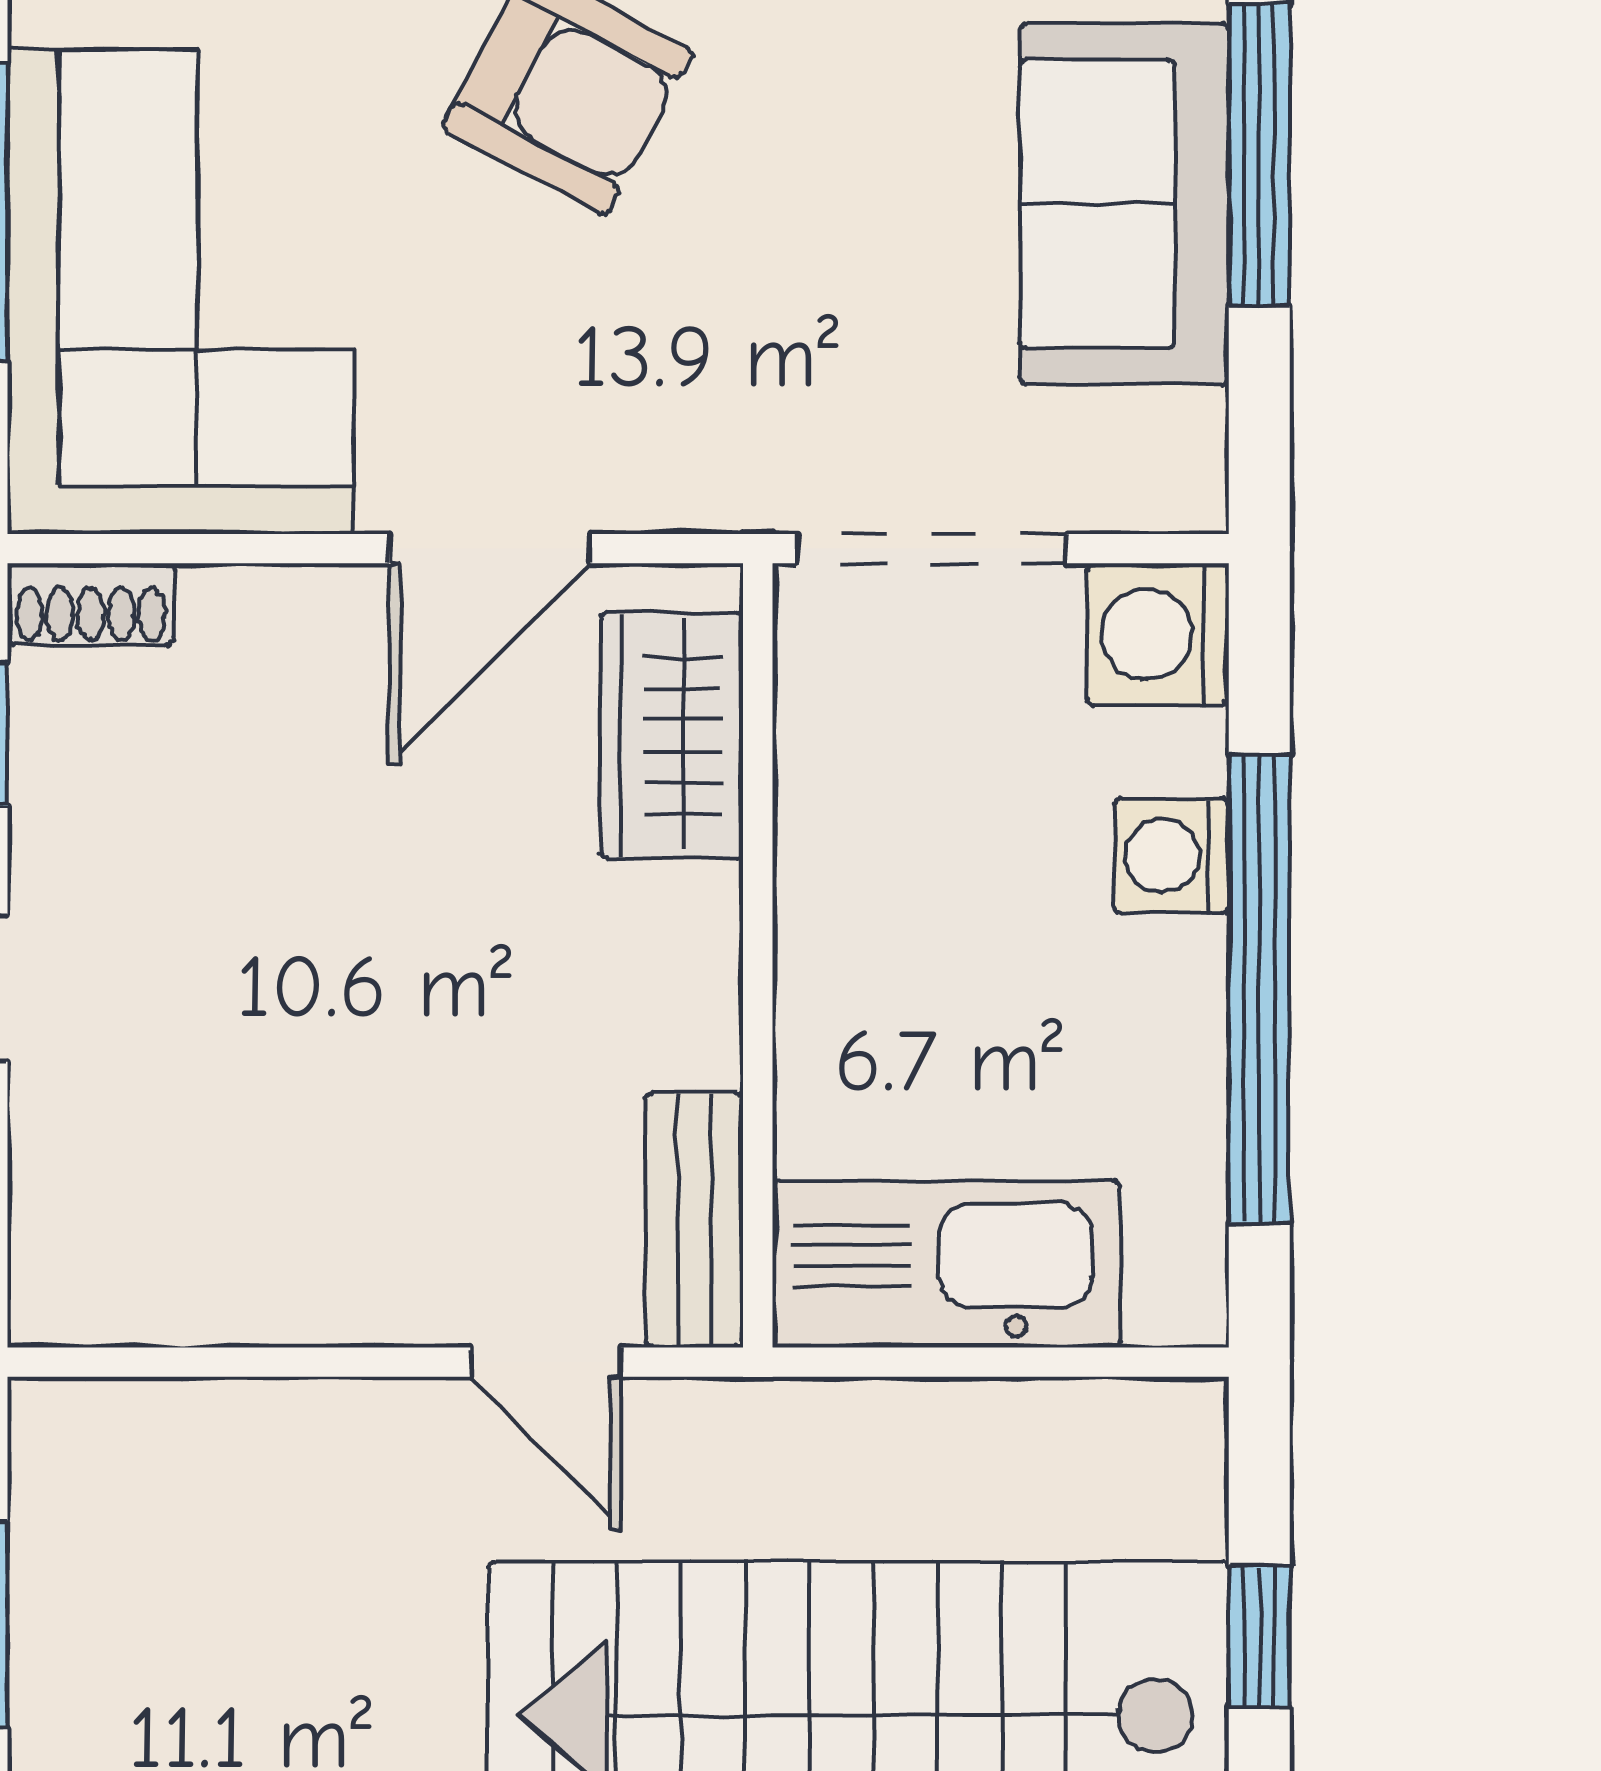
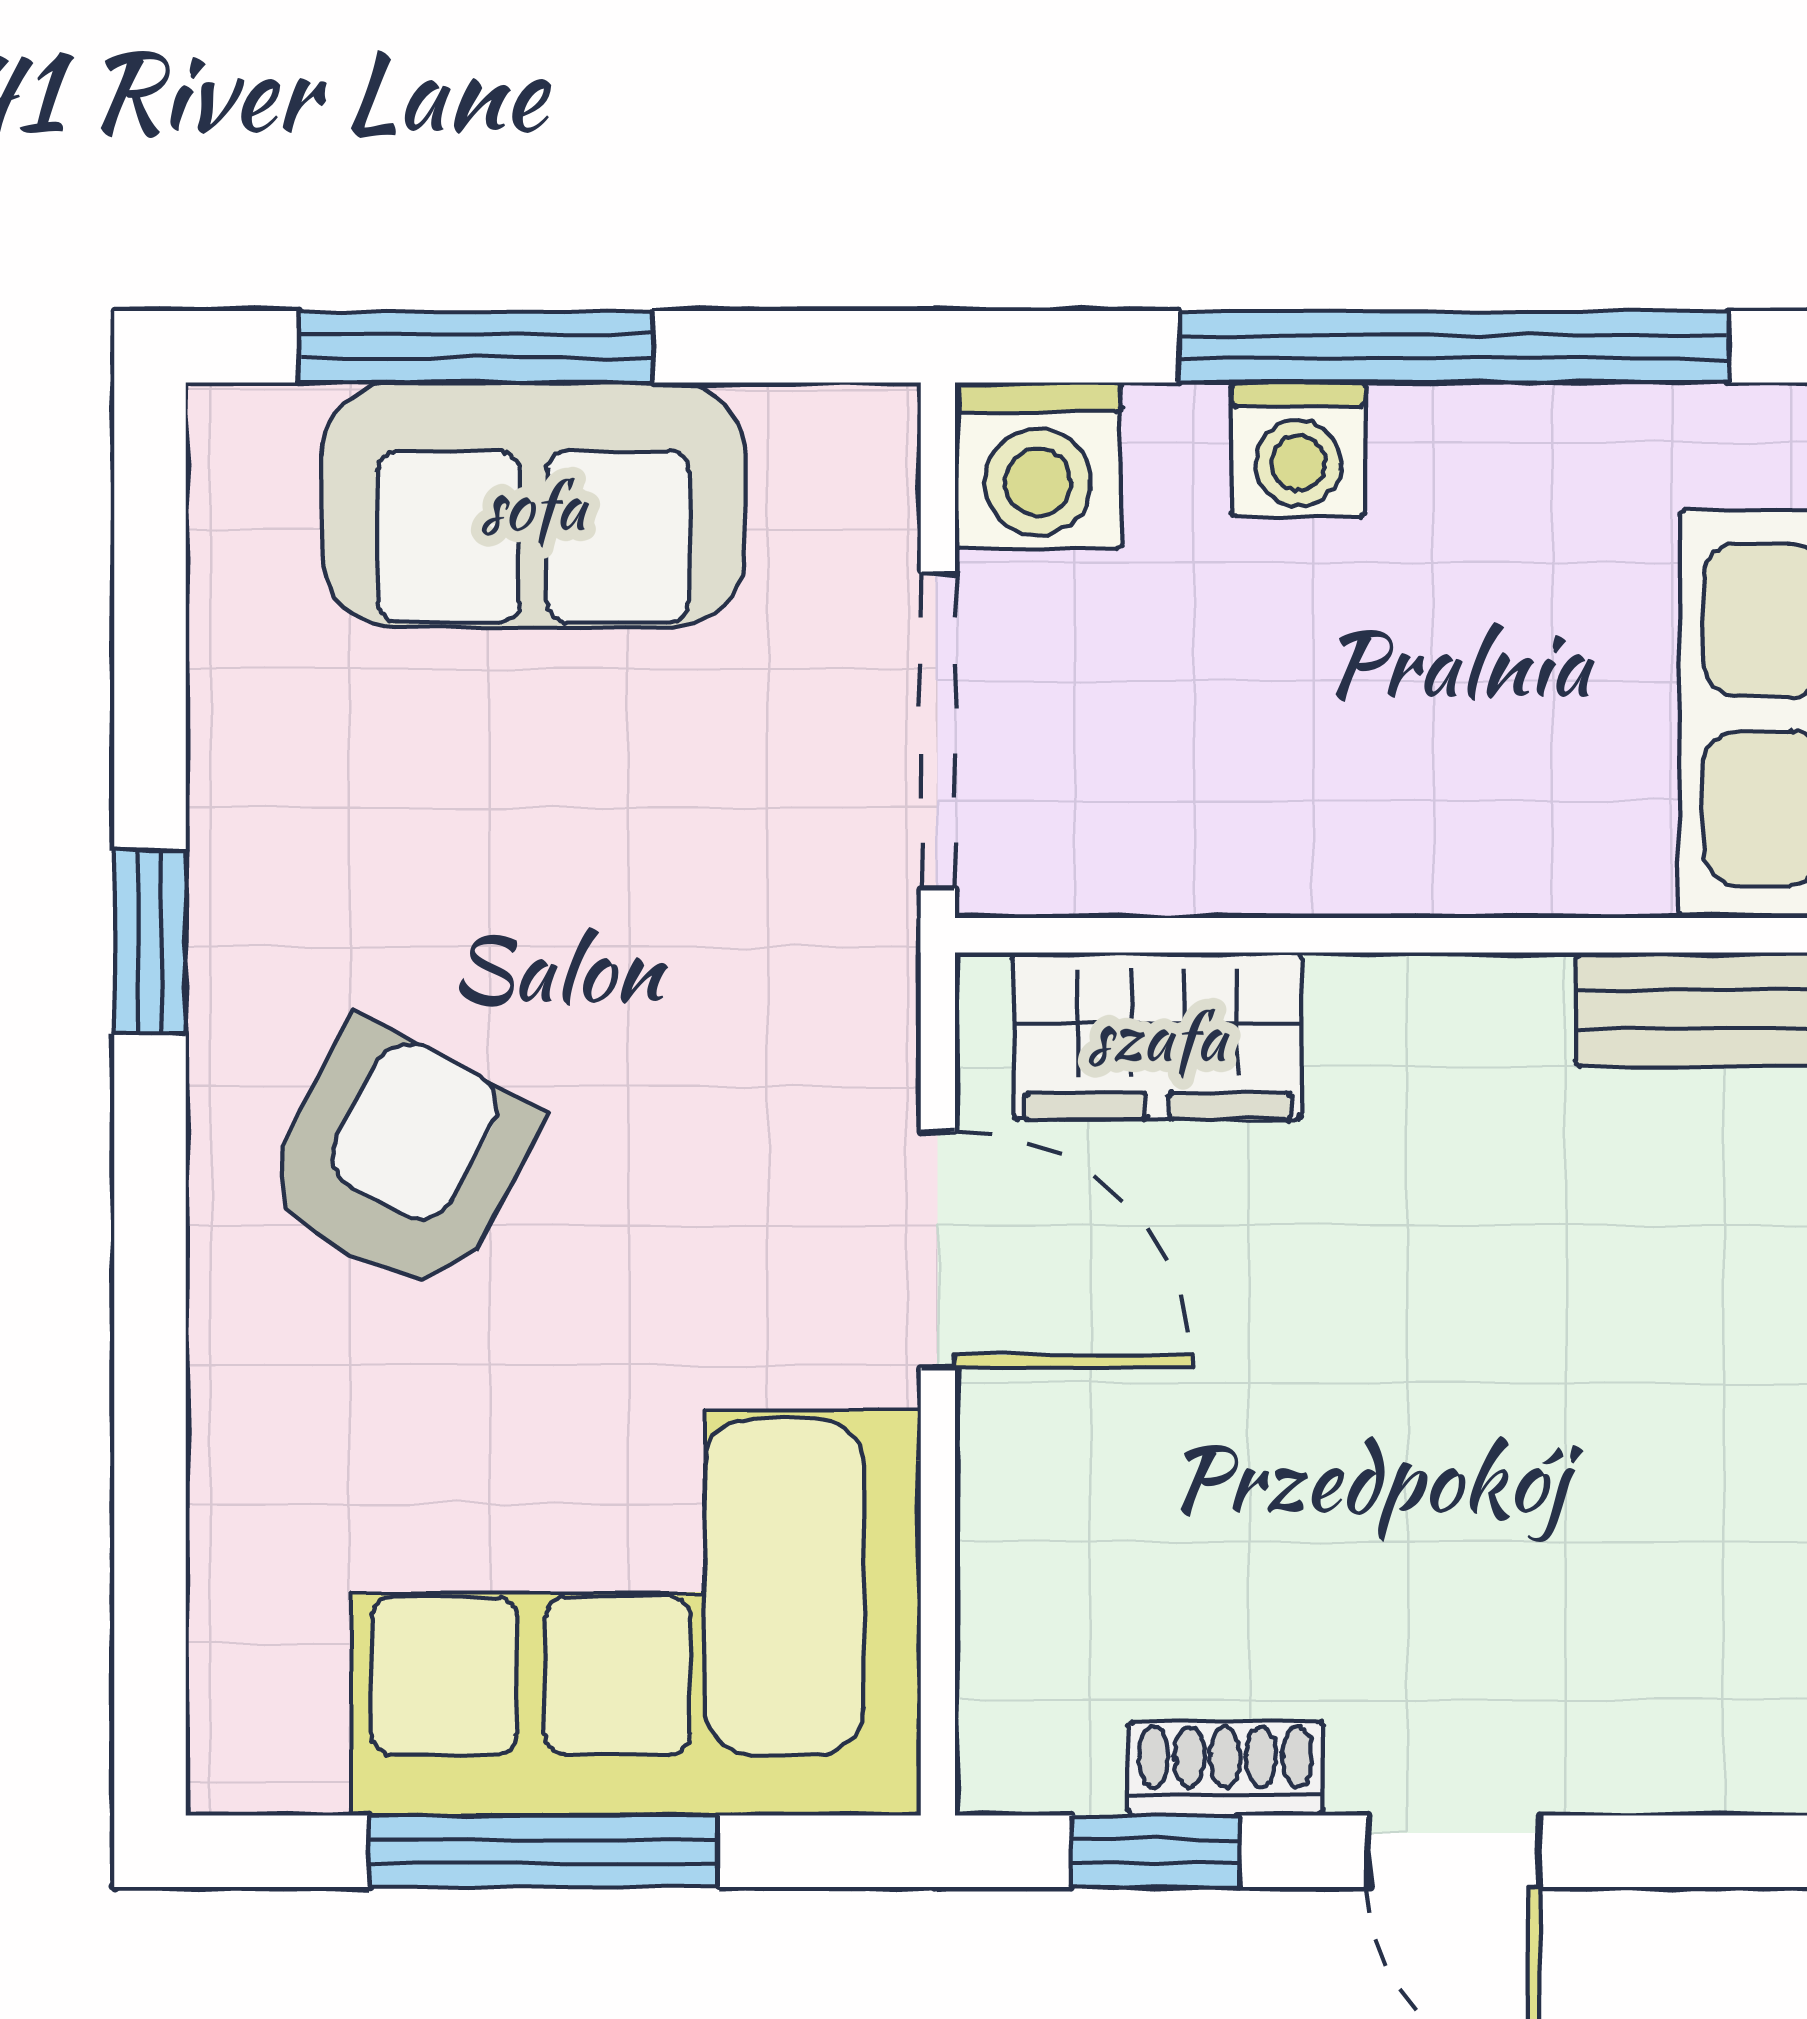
shoe rack: (91, 604) -> (1225, 1768), moved, turned -90

